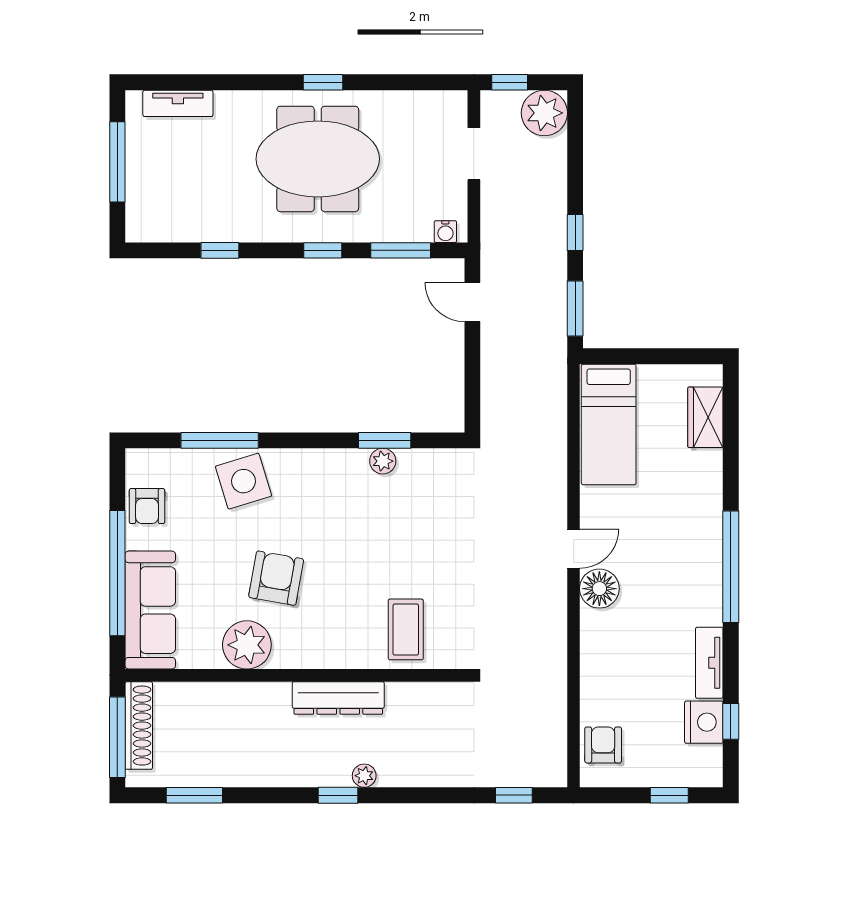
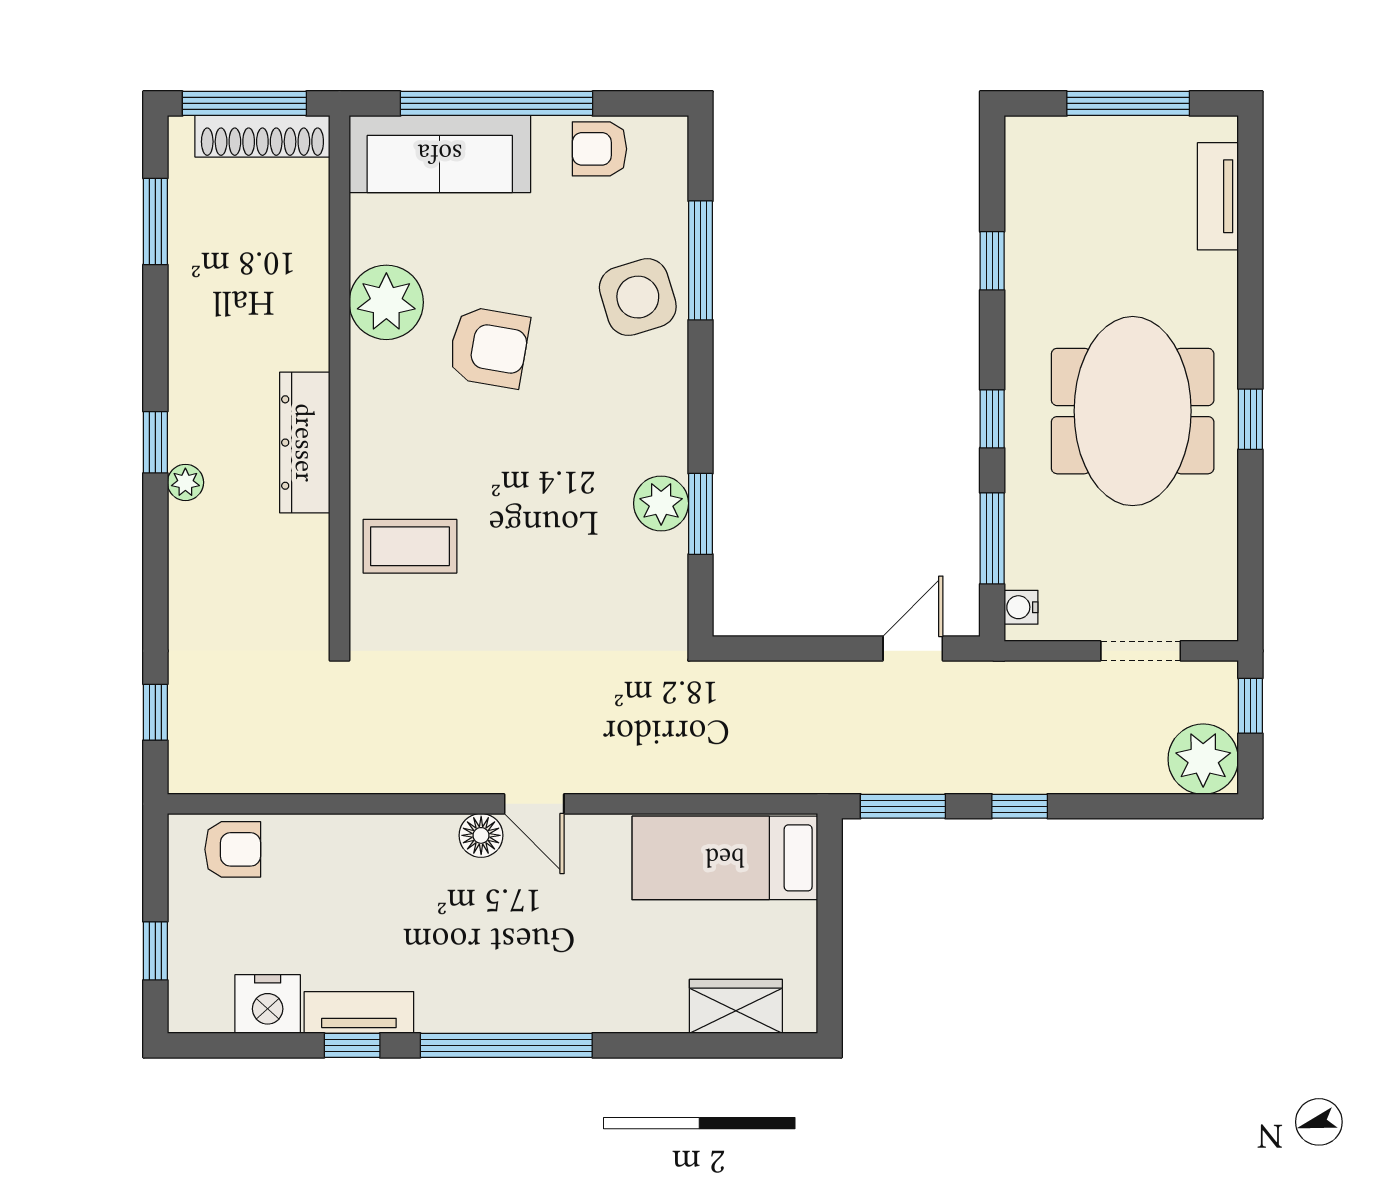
plant: (383, 461) -> (661, 503), width x1.38, depth x1.38
floor lamp: (599, 589) -> (481, 835), width x0.73, depth x0.73
window: (731, 721) -> (352, 1045), moved

